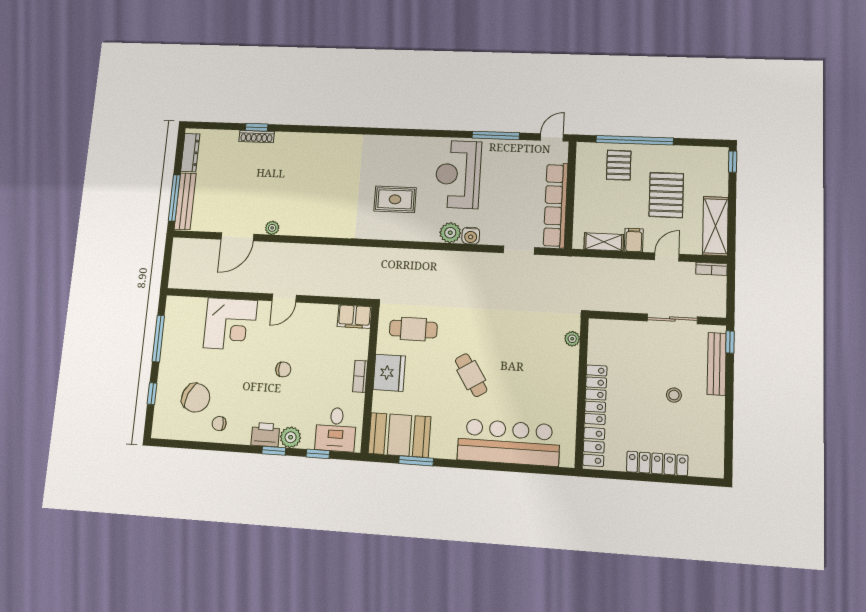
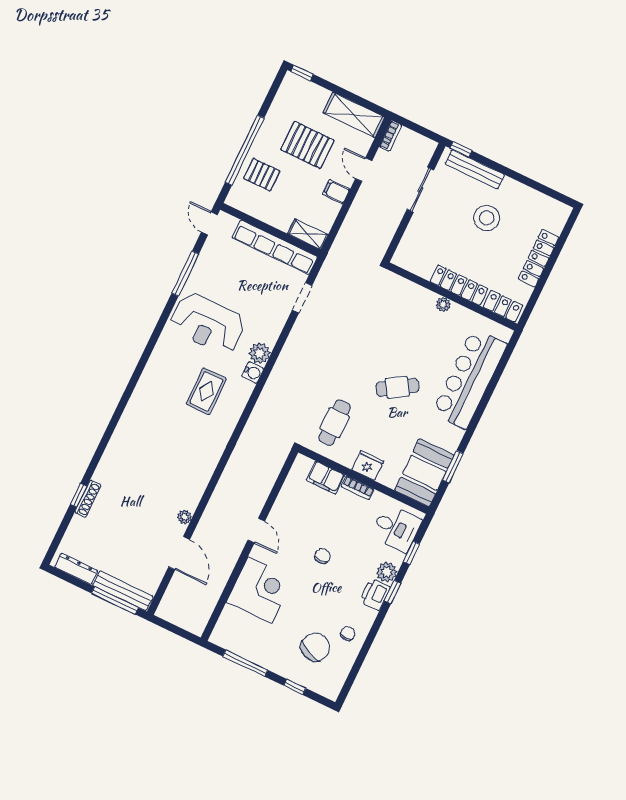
water cooler: (471, 236) -> (253, 372), moved
shelving: (604, 242) -> (308, 234), moved, turned 90
filing cabinet: (354, 317) -> (326, 478), moved, turned 90
plant: (572, 339) -> (443, 304), moved
fridge: (389, 373) -> (368, 465), width x0.73, depth x0.75
stool: (674, 395) -> (487, 218), width x1.89, depth x1.89
chair: (219, 424) -> (348, 634), turned 180

